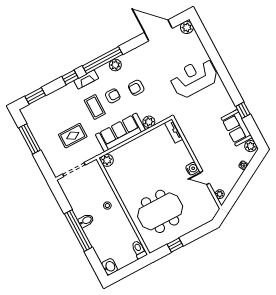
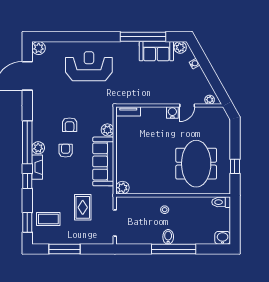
plant: (115, 65) -> (38, 148), moved
reception desk: (194, 78) -> (89, 66), turned 90
coffee table: (95, 107) -> (48, 219), moved
window: (243, 110) -> (143, 37), width x3.17

